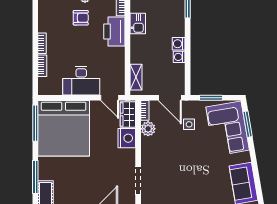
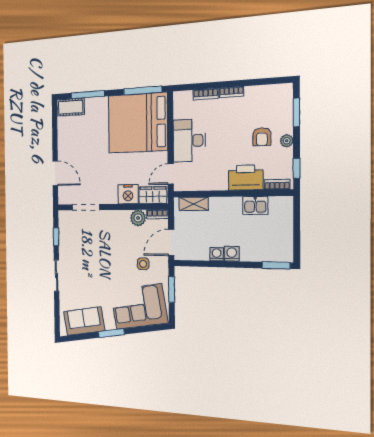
window: (248, 124) -> (111, 333), moved

